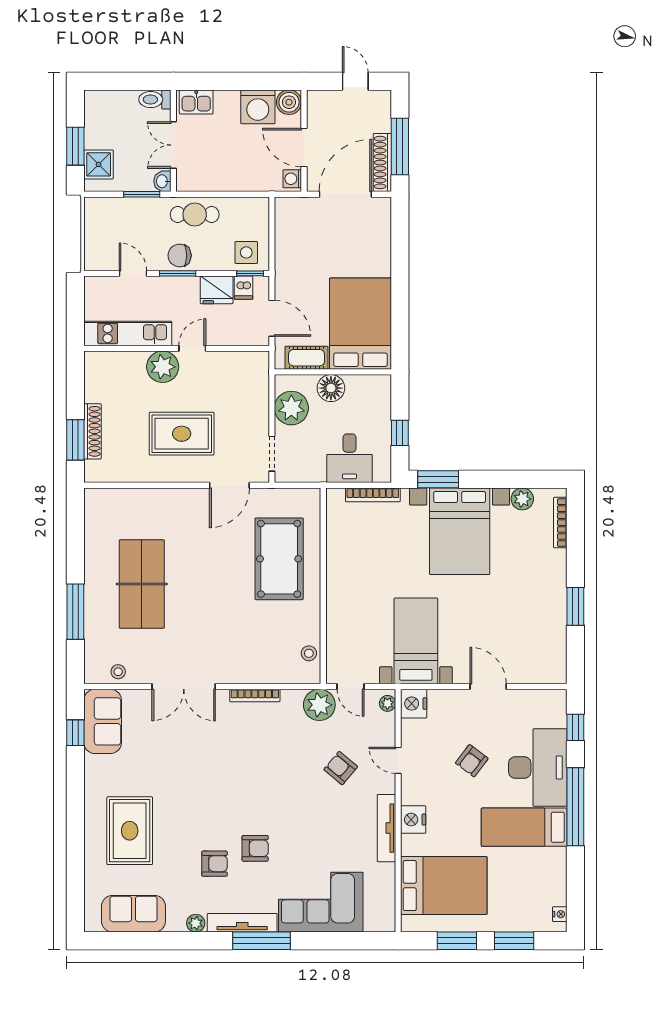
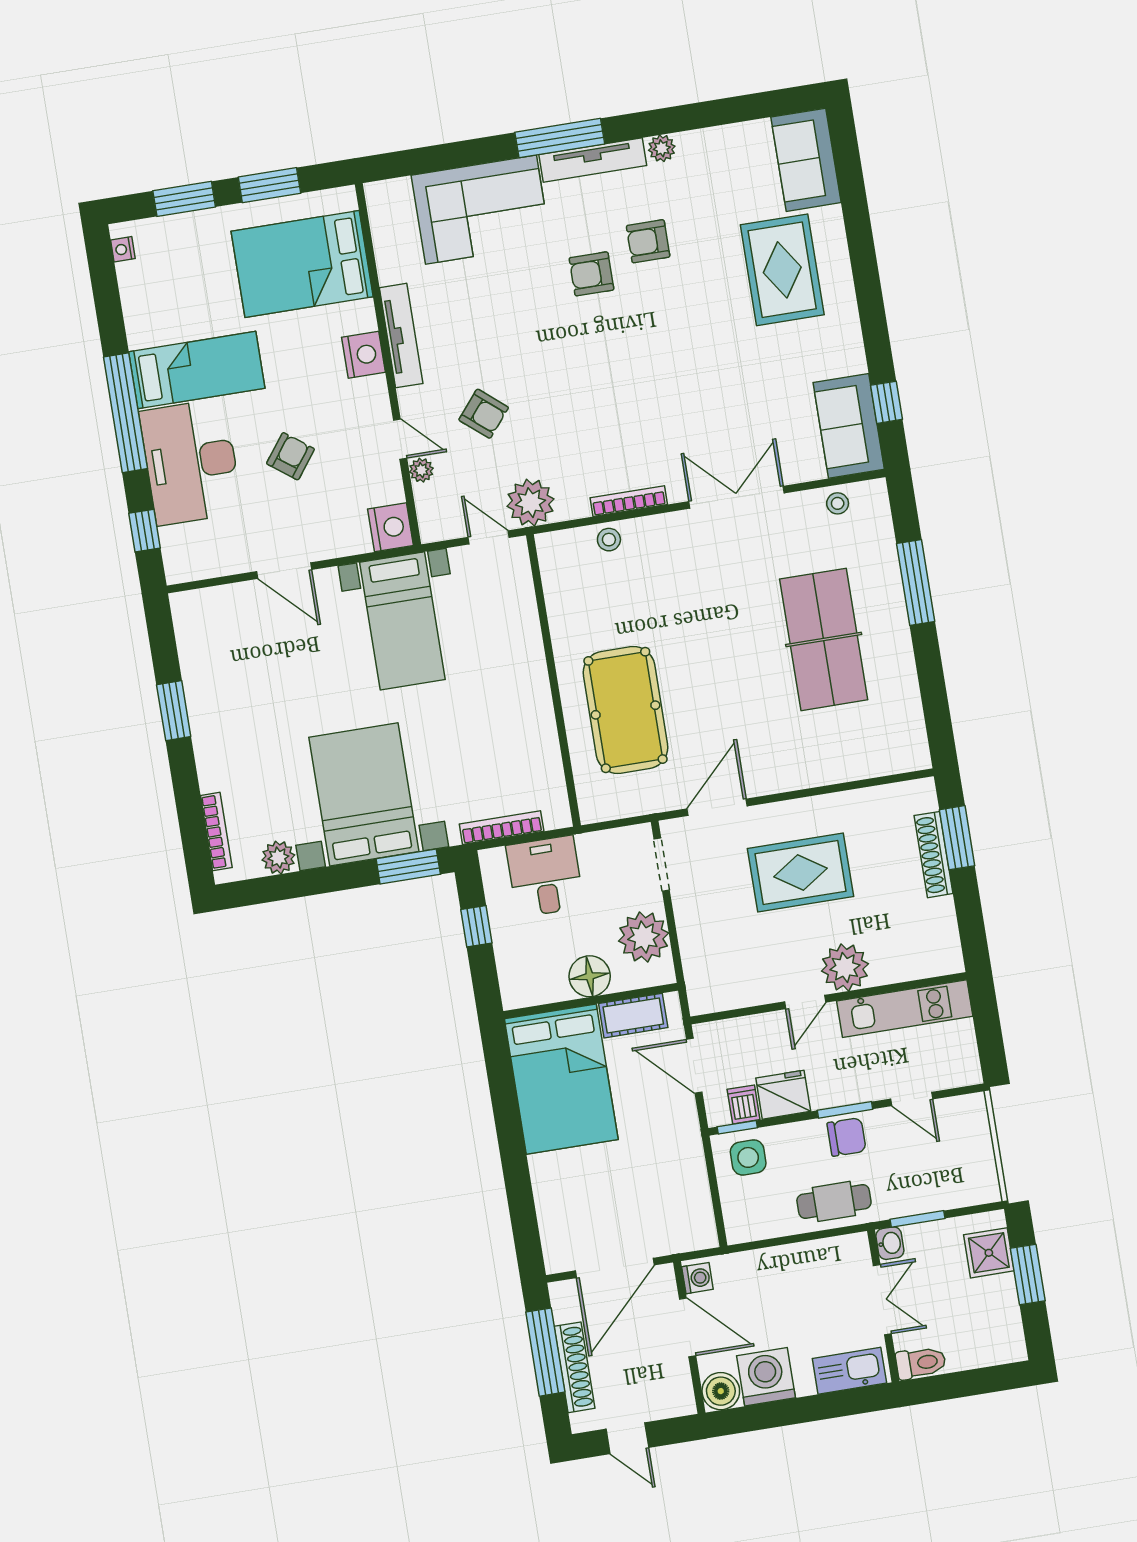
kitchen sink: (196, 102) -> (849, 1371), width x1.38
shoe rack: (382, 163) -> (575, 1367), moved
stool: (309, 653) -> (609, 540), moved
plant: (387, 703) -> (421, 470), moved
sofa: (133, 914) -> (806, 160), moved, turned 90

